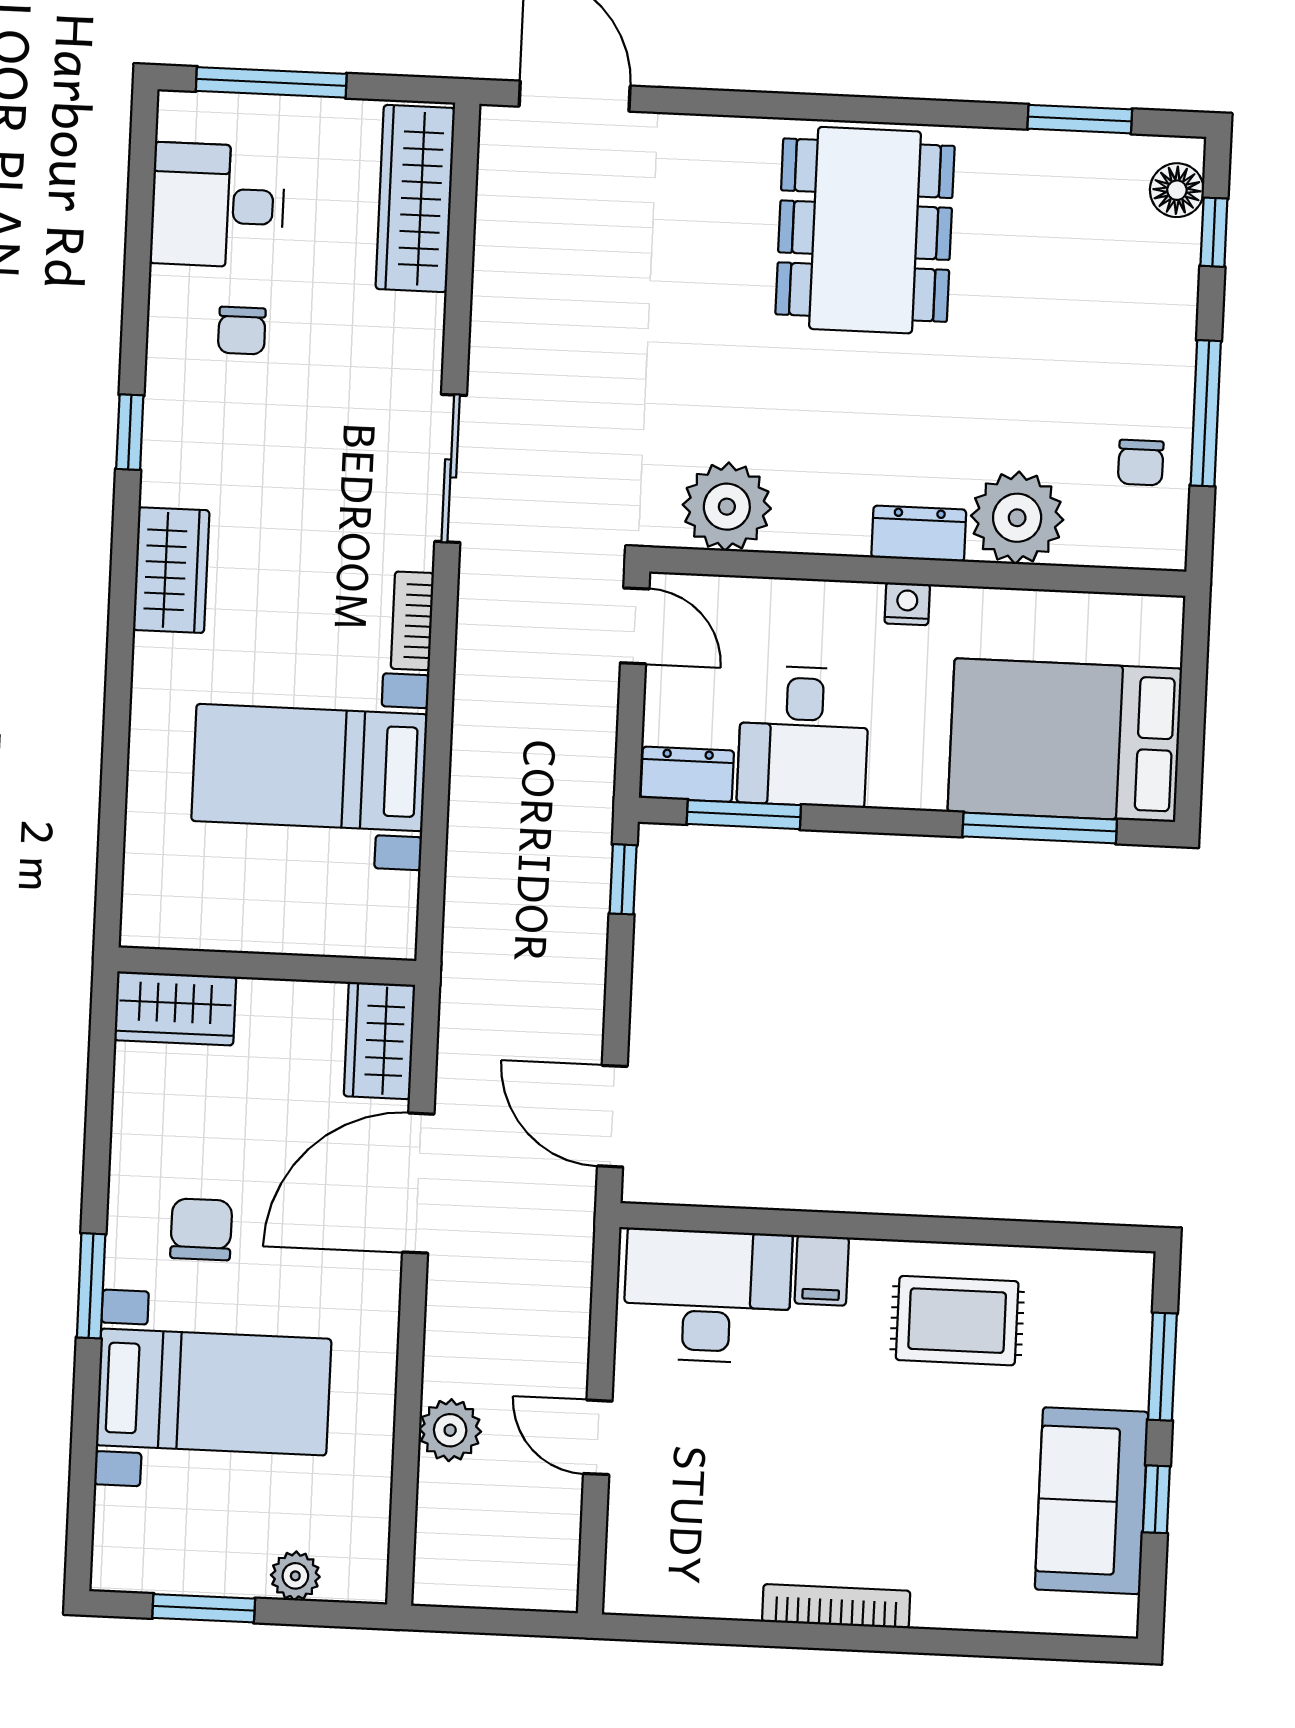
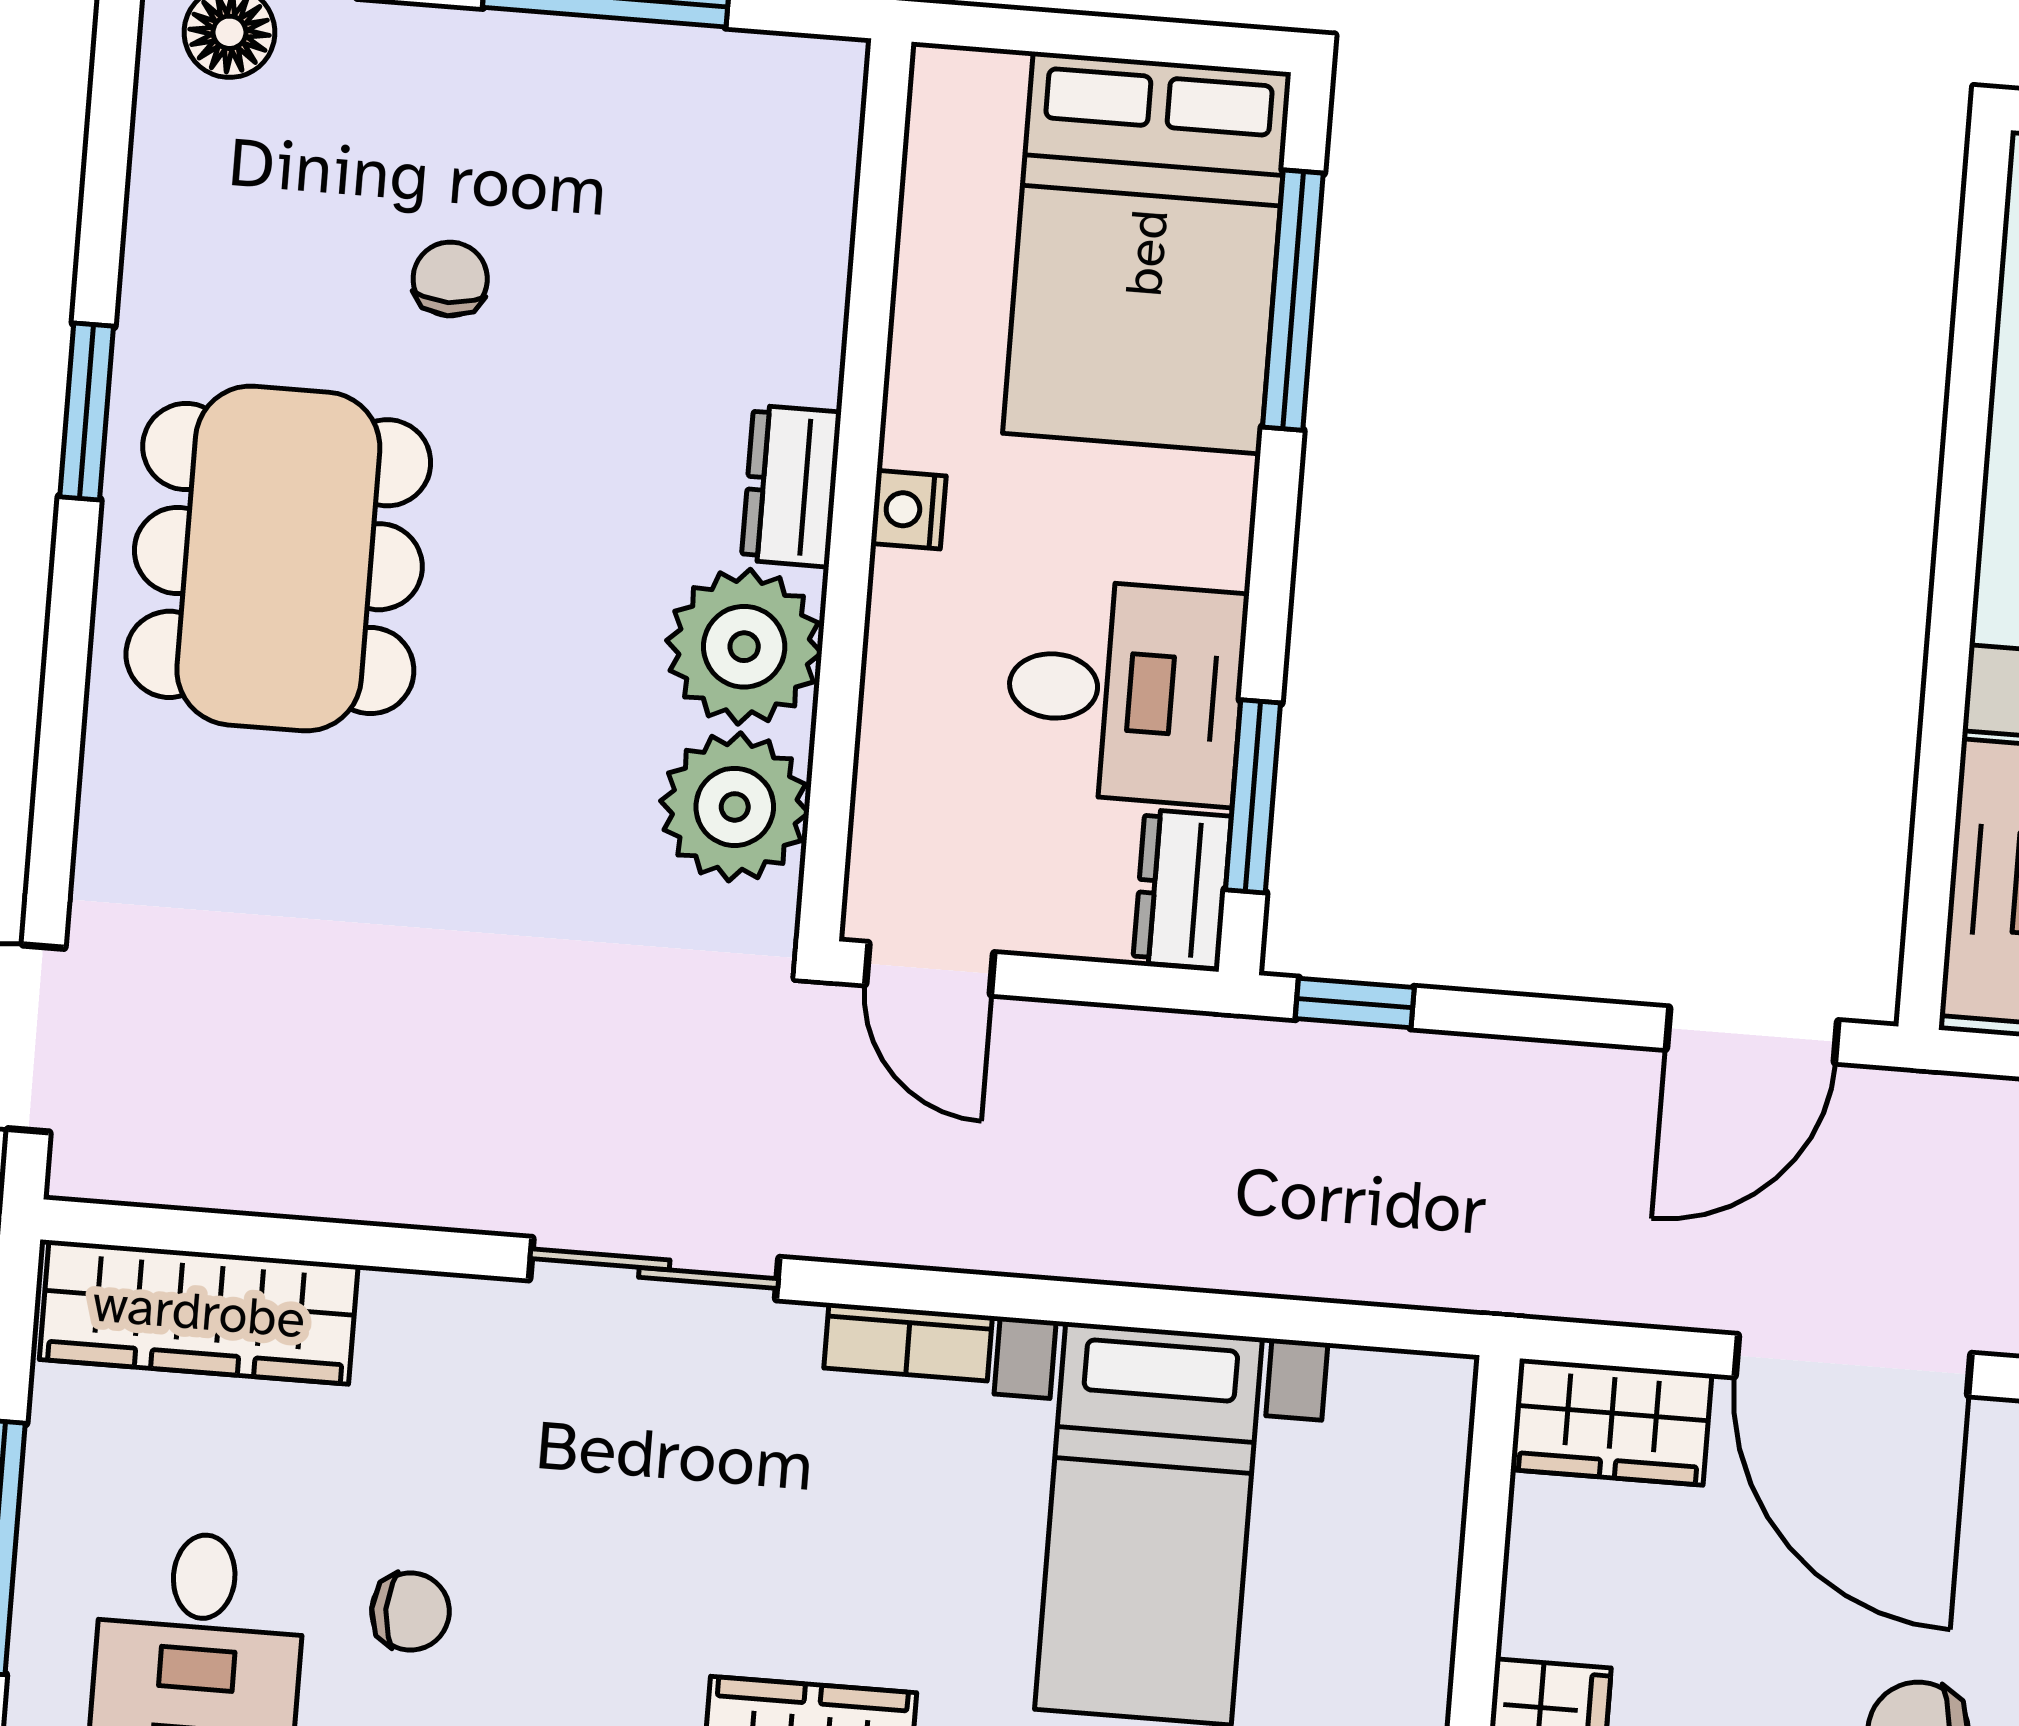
window: (1080, 119) -> (87, 411), moved
dining table: (865, 230) -> (278, 559), turned 90
chair: (1141, 463) -> (450, 279), moved, turned -90
plant: (1017, 518) -> (744, 647), moved
door: (635, 626) -> (930, 969), swing flipped

